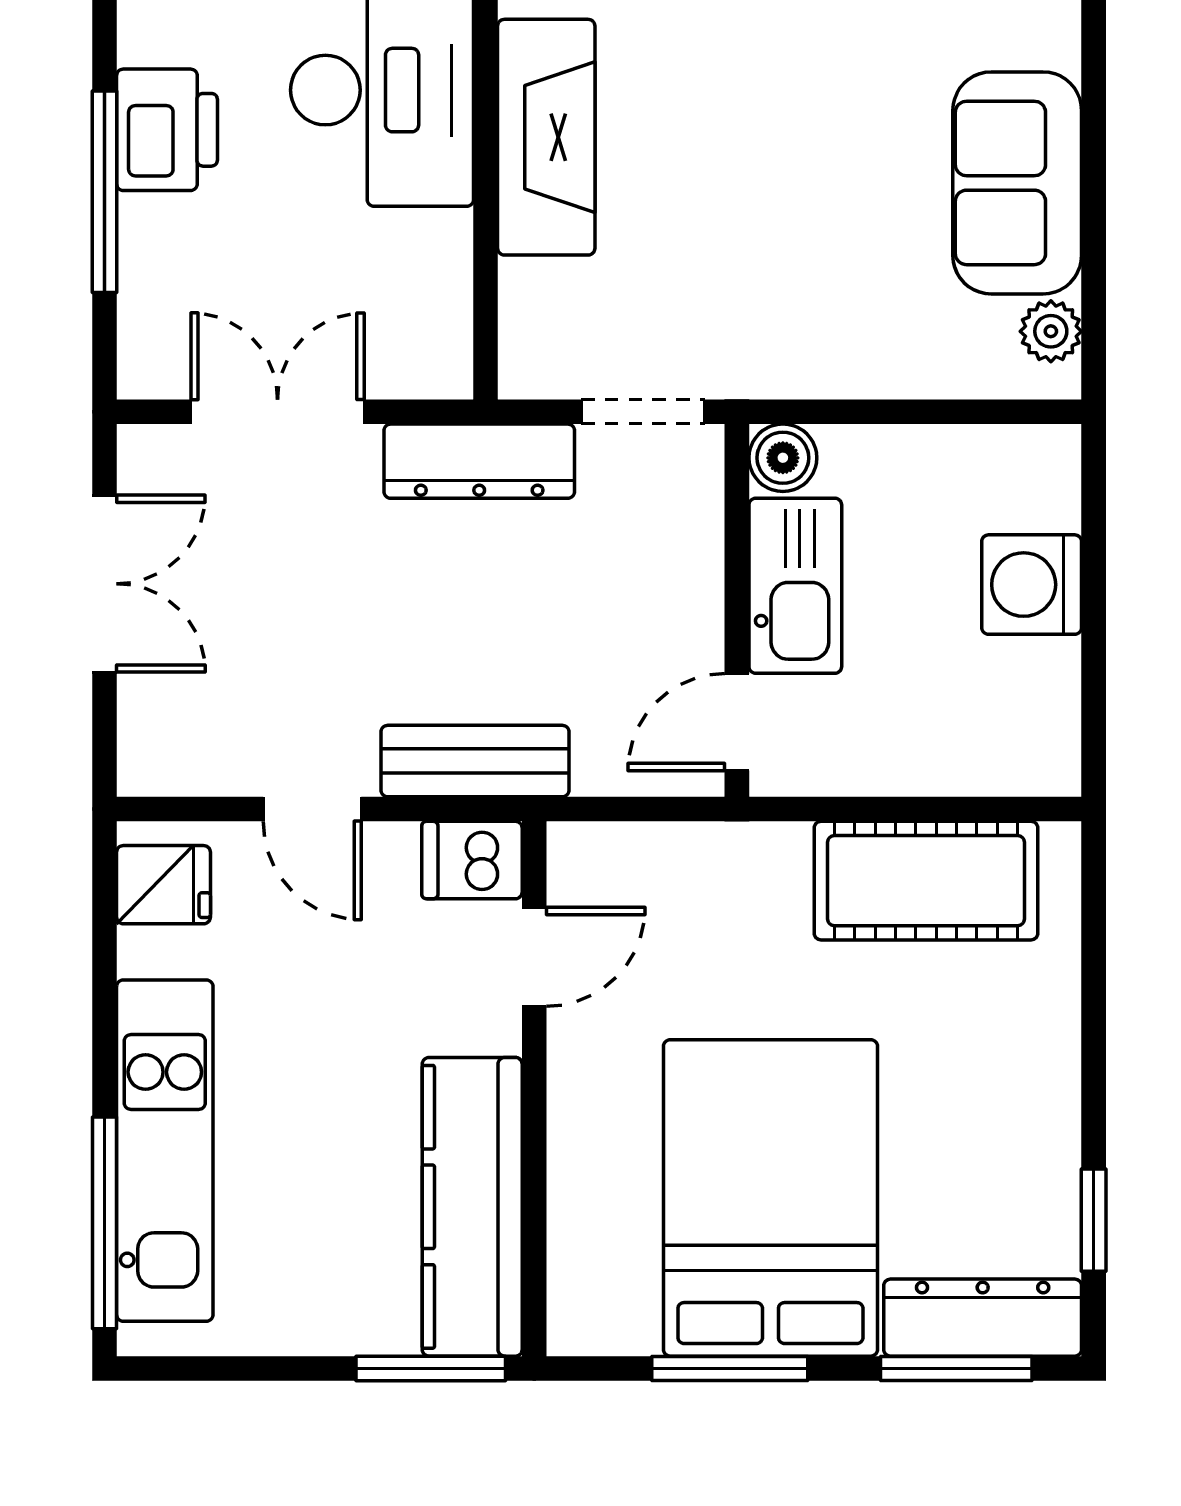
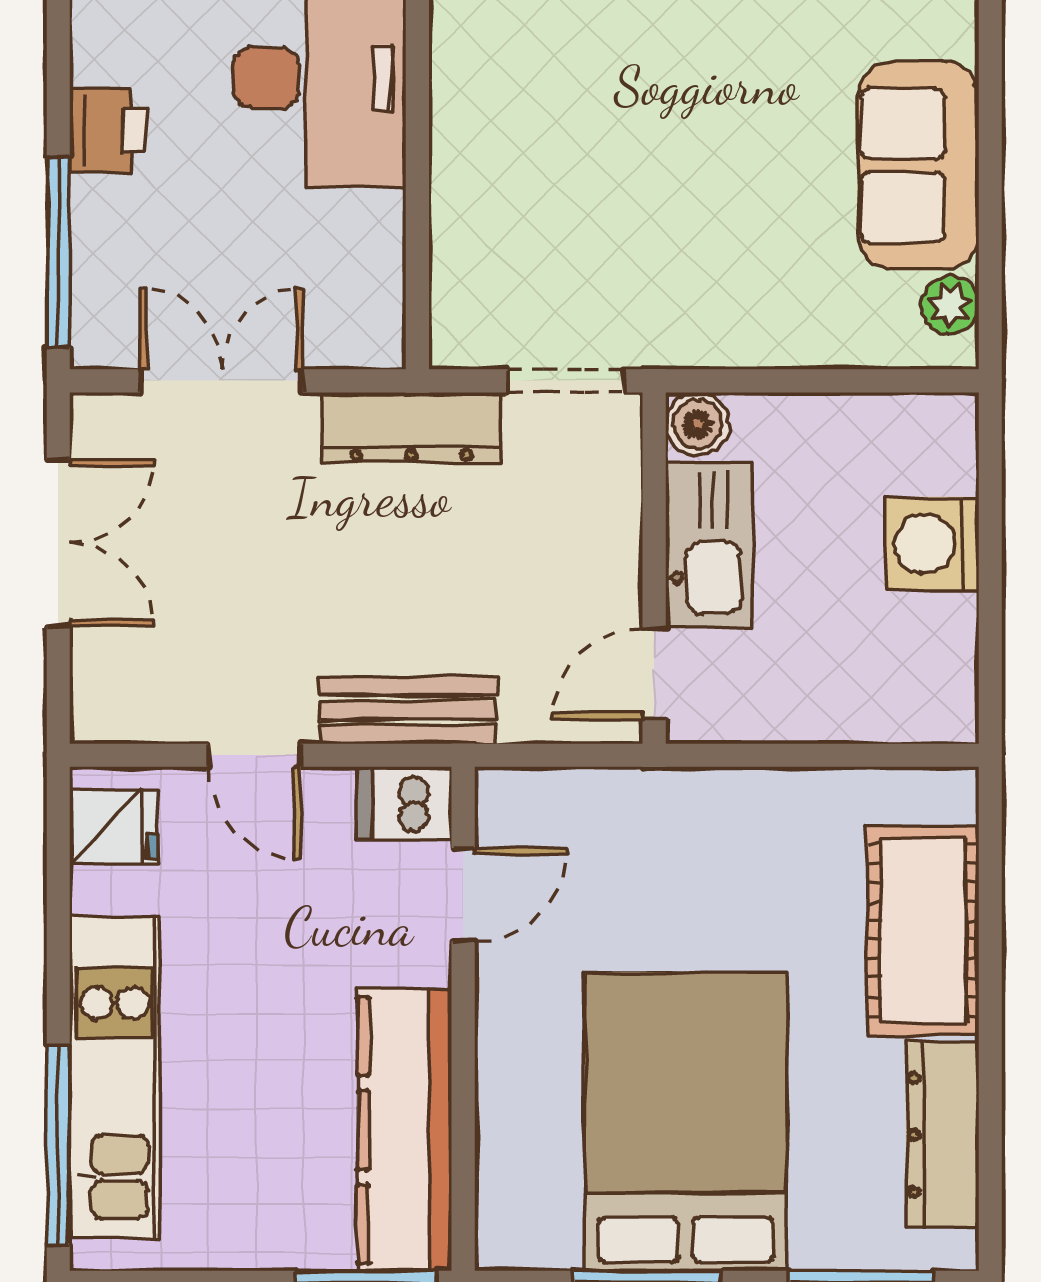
printer: (167, 130) -> (108, 131), width x0.73, depth x0.81
fireplace: (546, 137) -> (474, 122), removed
window: (105, 192) -> (58, 252), moved
cot: (926, 881) -> (923, 930), moved, turned 90
window: (1094, 1220) -> (990, 1143), removed
dresser: (983, 1318) -> (942, 1135), moved, turned -90

